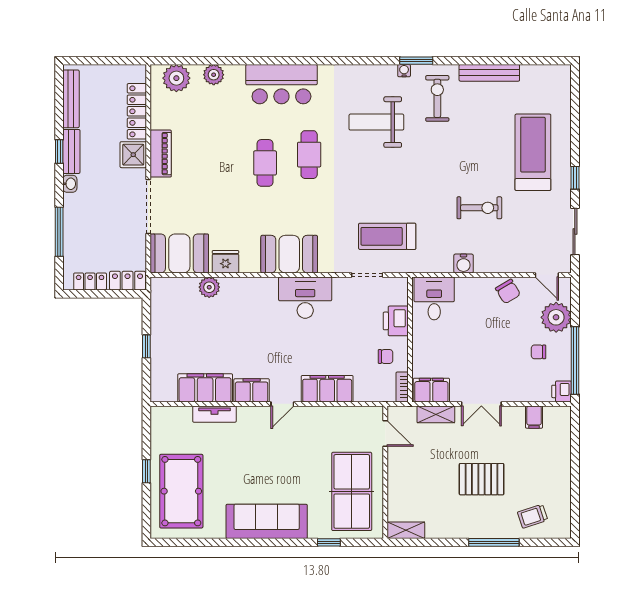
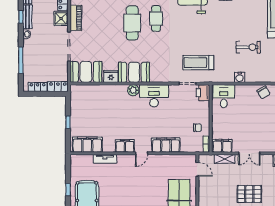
cafe table: (265, 163) -> (132, 23), width x1.37, depth x1.35
booth: (289, 254) -> (134, 72), moved
plant: (209, 287) -> (133, 90), moved
printer: (396, 321) -> (203, 93), moved
filing cabinet: (205, 388) -> (87, 145), moved

